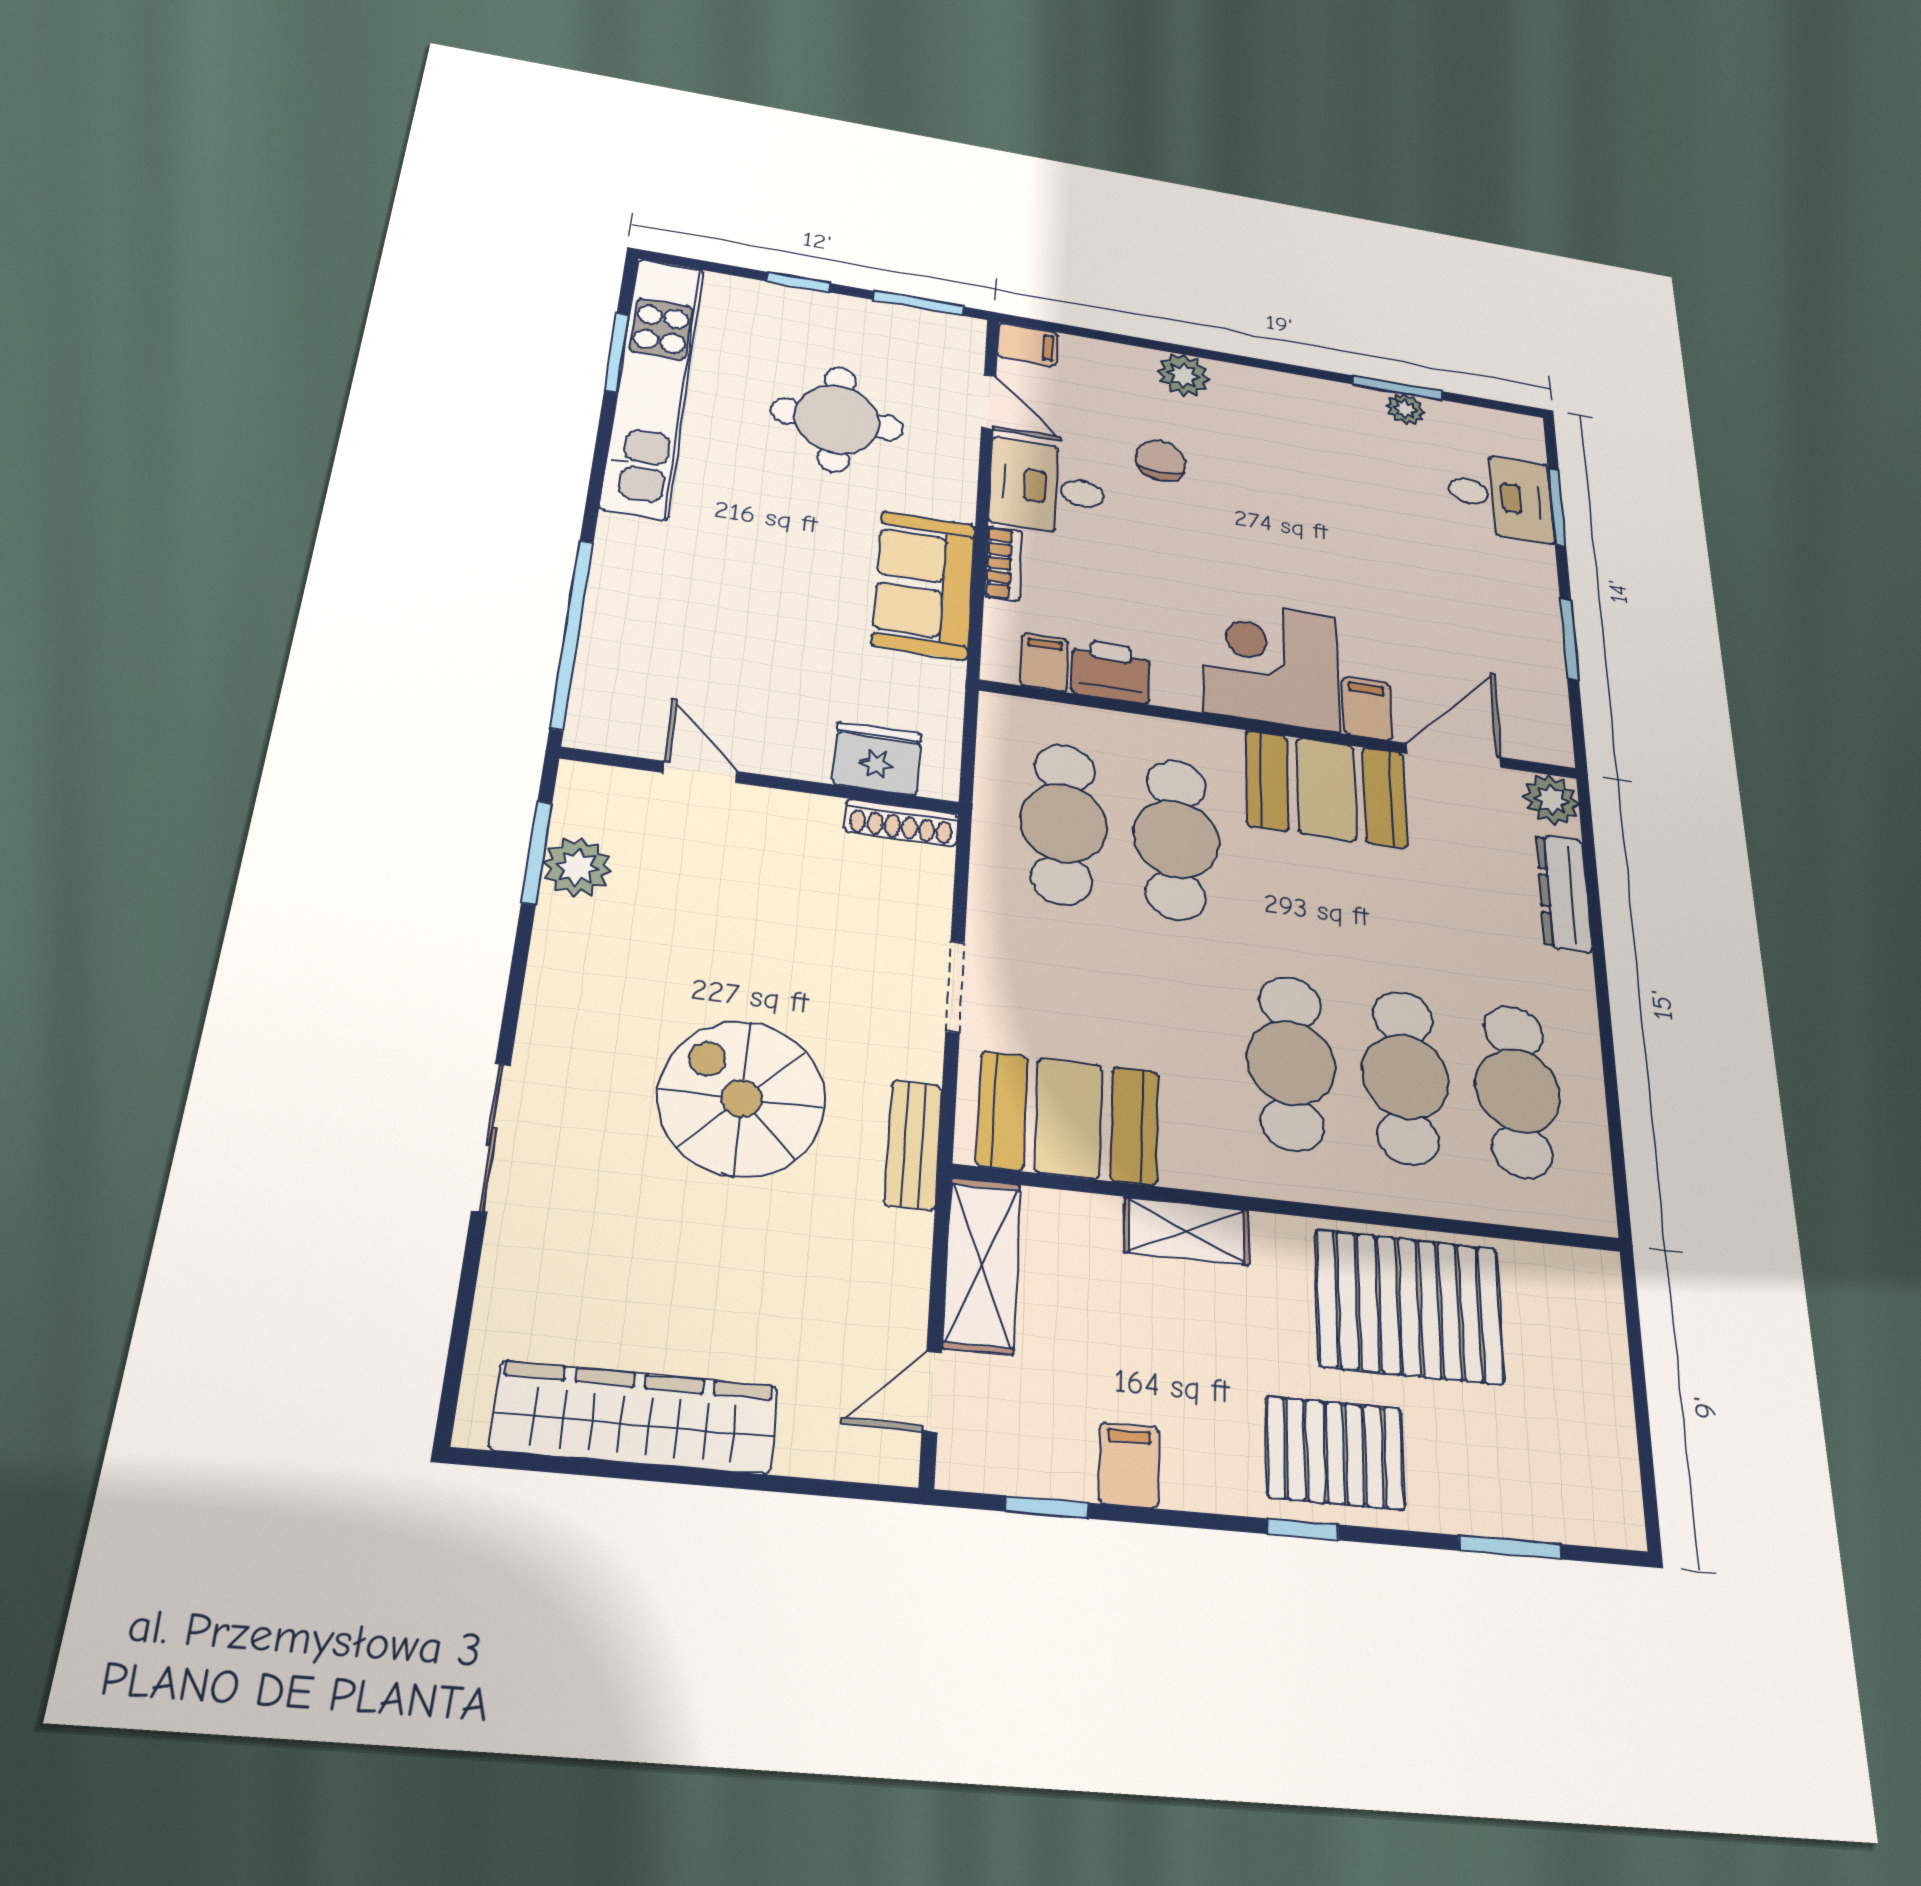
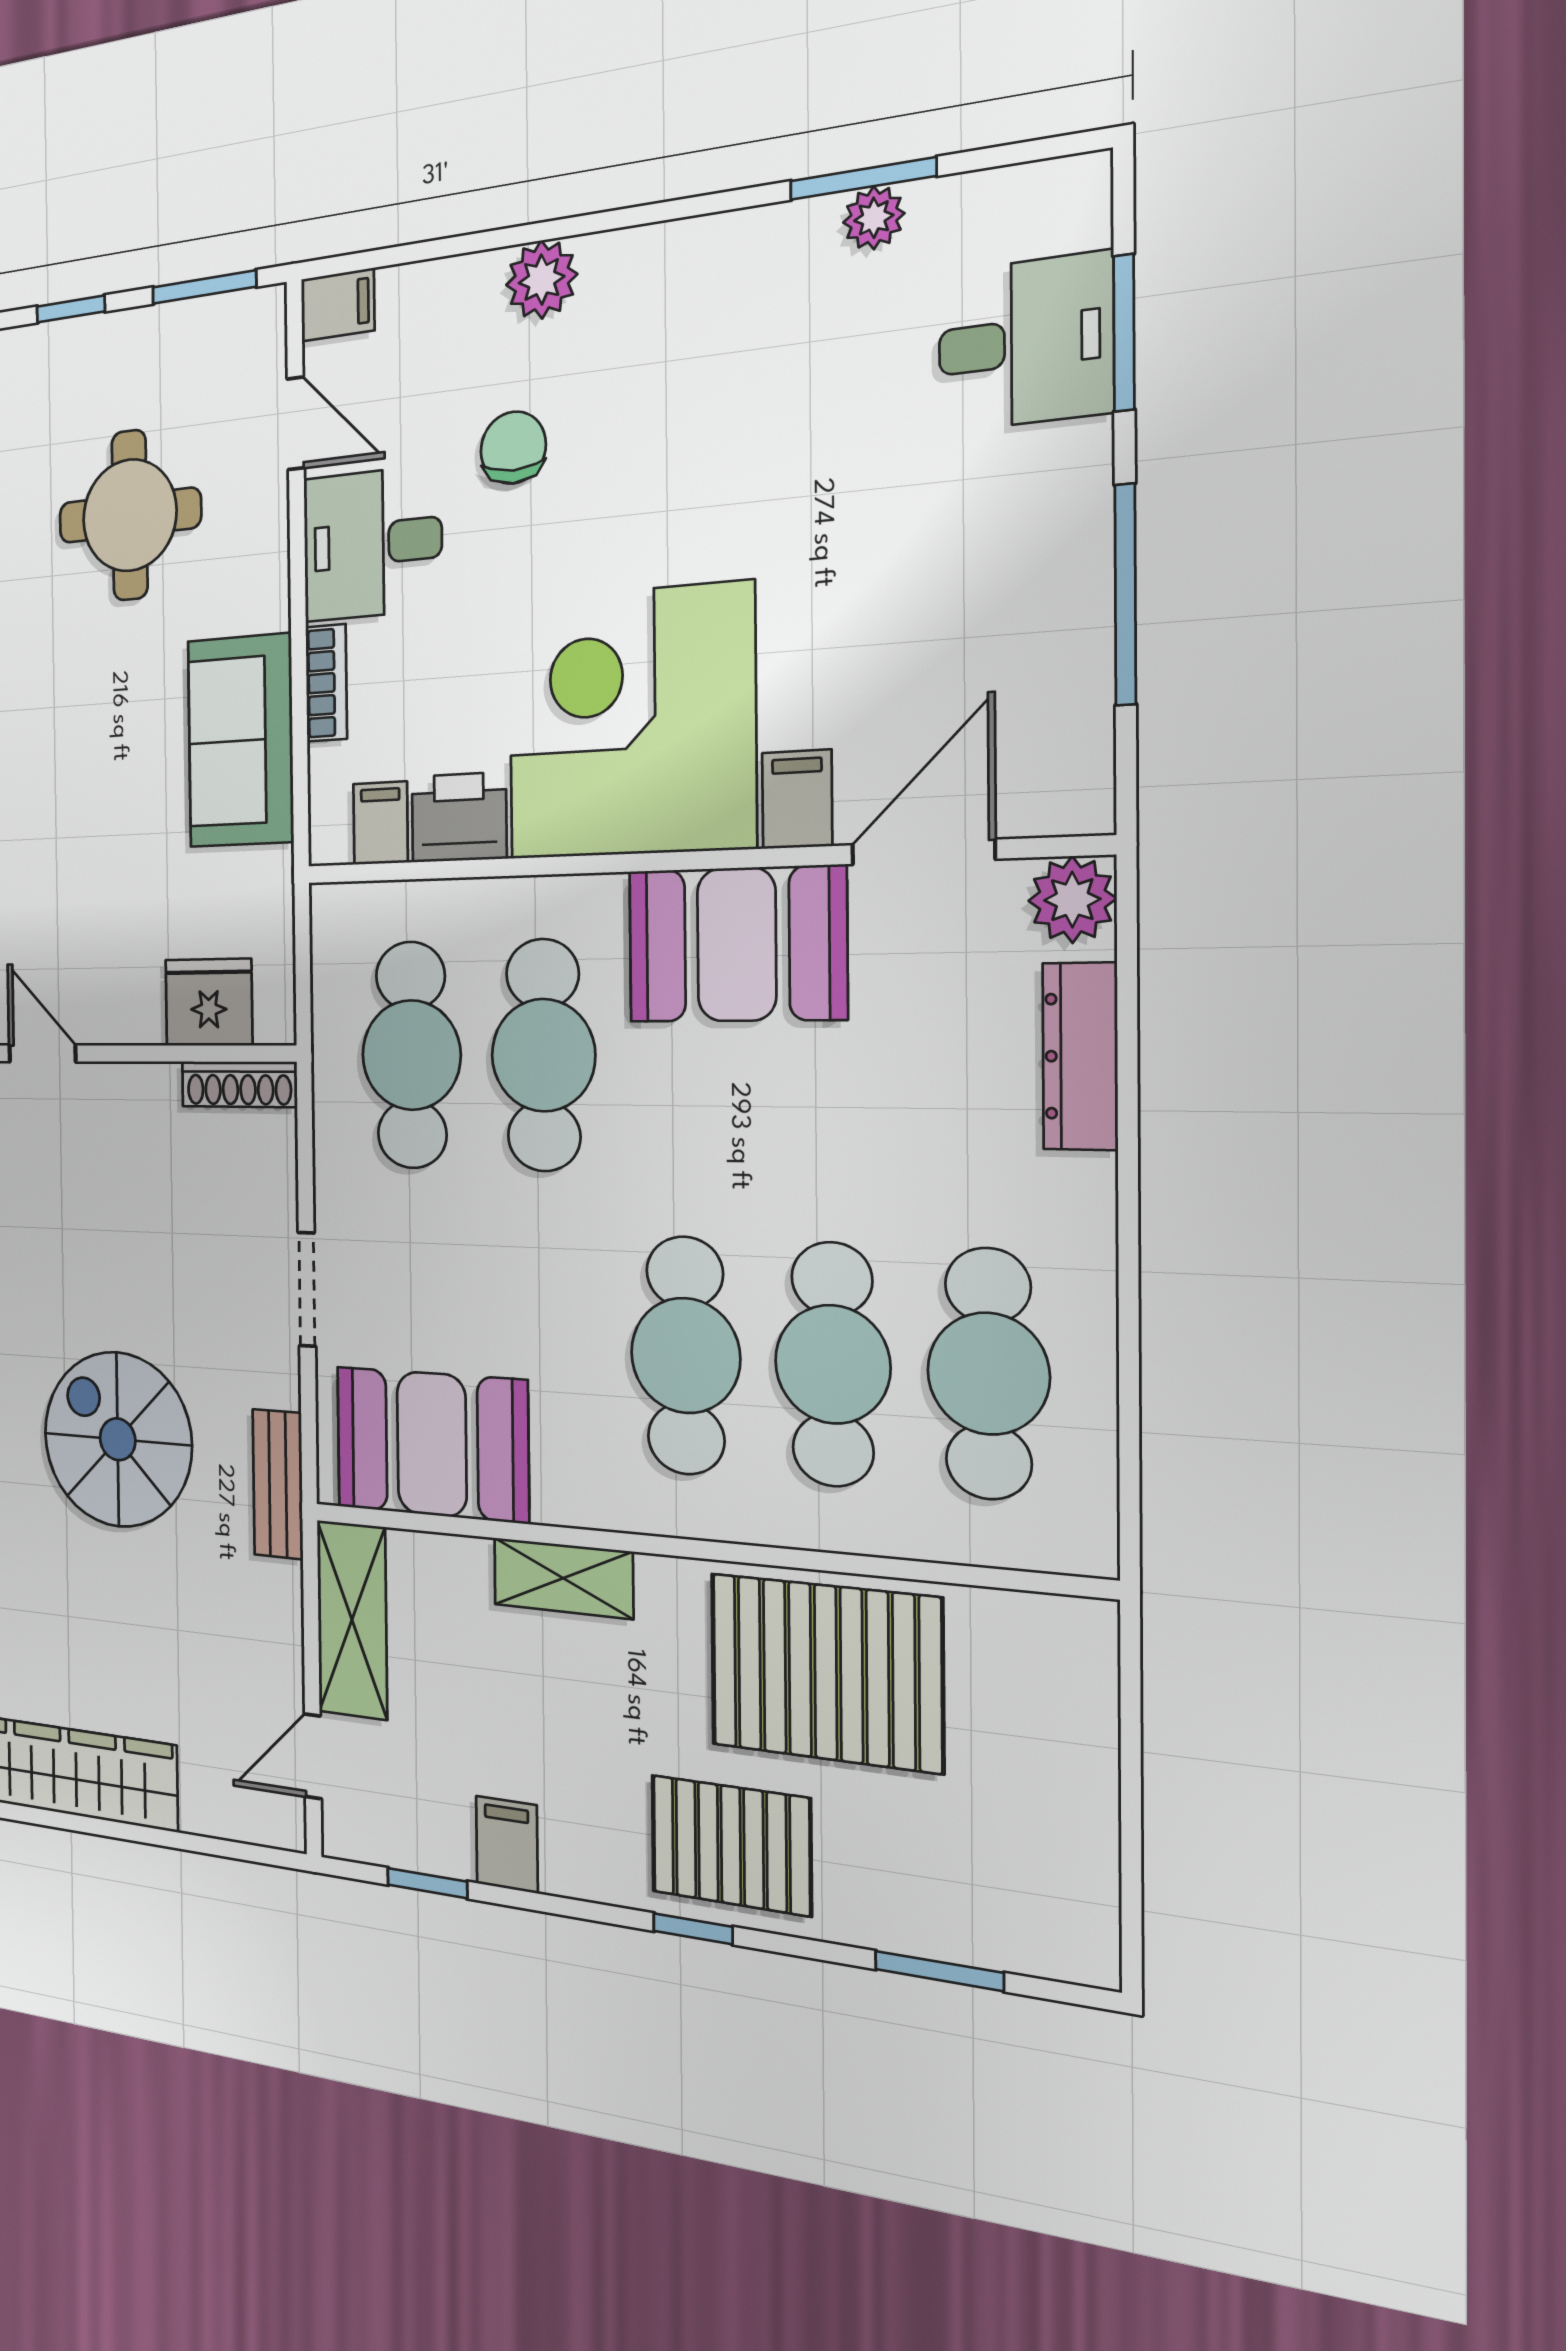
window: (1569, 639) -> (1125, 595), width x1.44
corner desk: (1271, 664) -> (630, 722), width x1.36, depth x1.36

